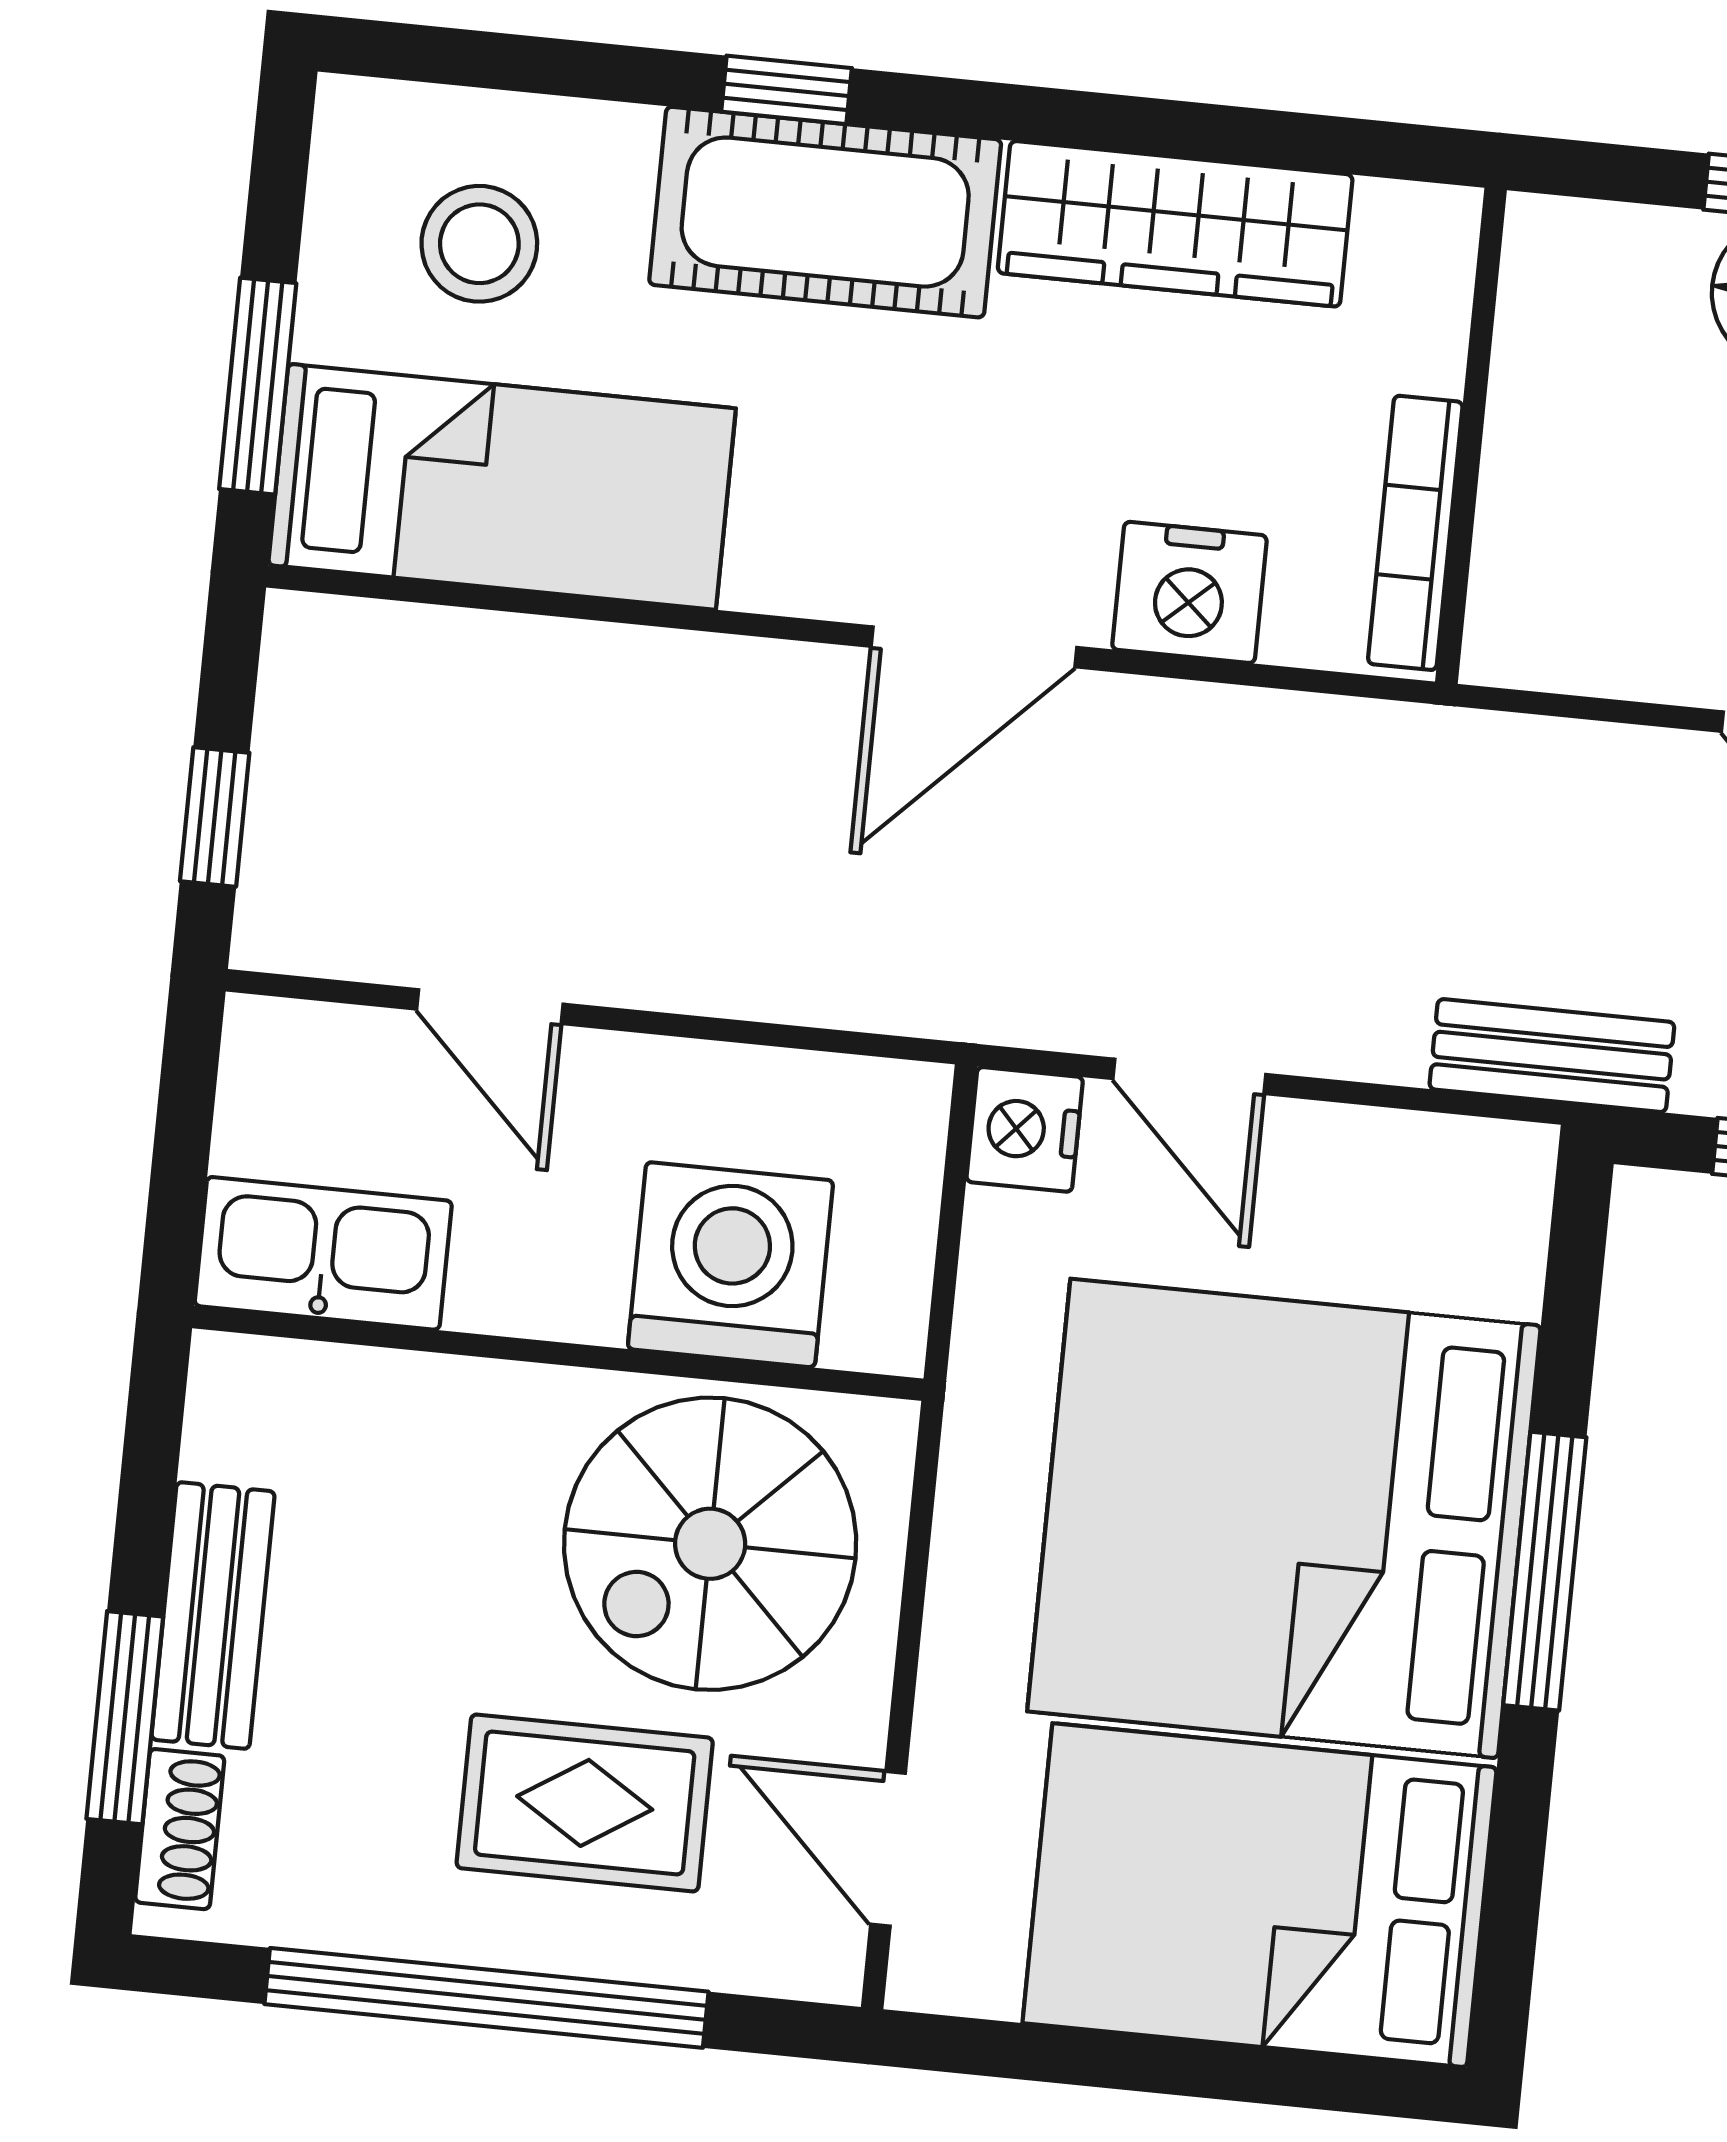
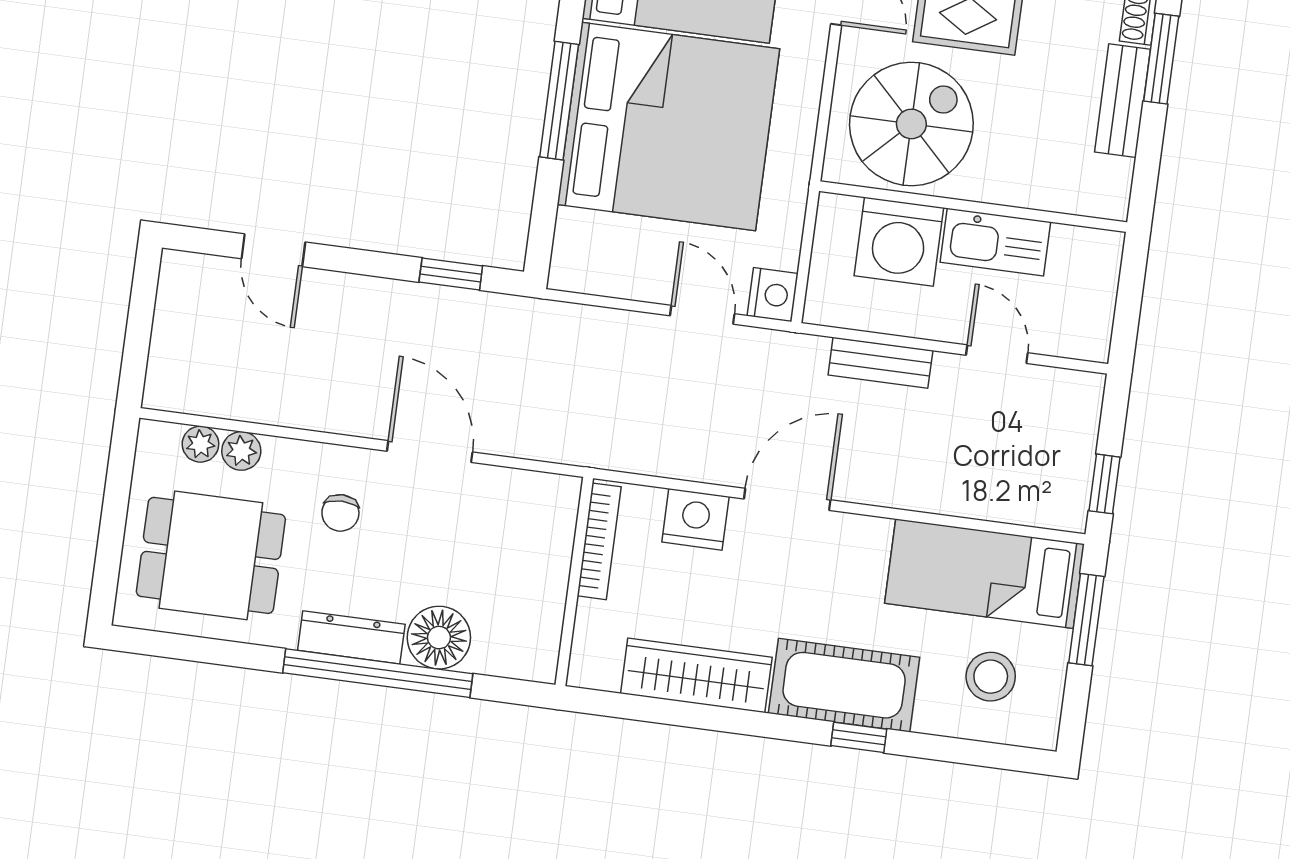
window: (215, 817) -> (1104, 484), moved
bench: (1552, 1056) -> (880, 363), moved
kitchen sink: (323, 1253) -> (995, 242), moved

